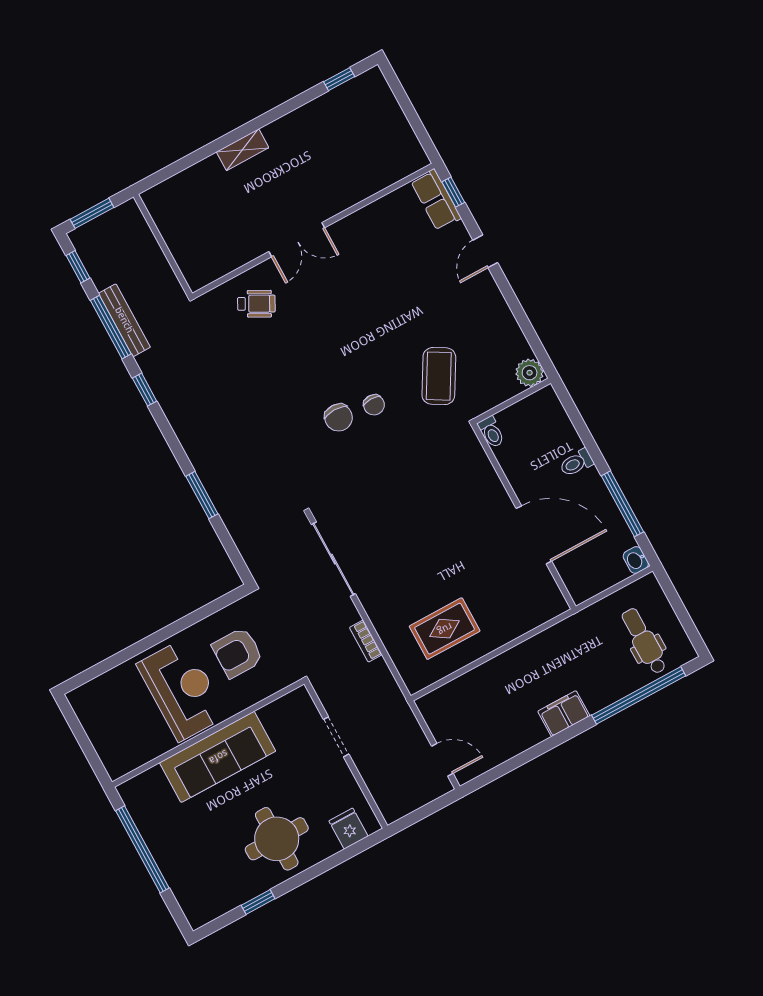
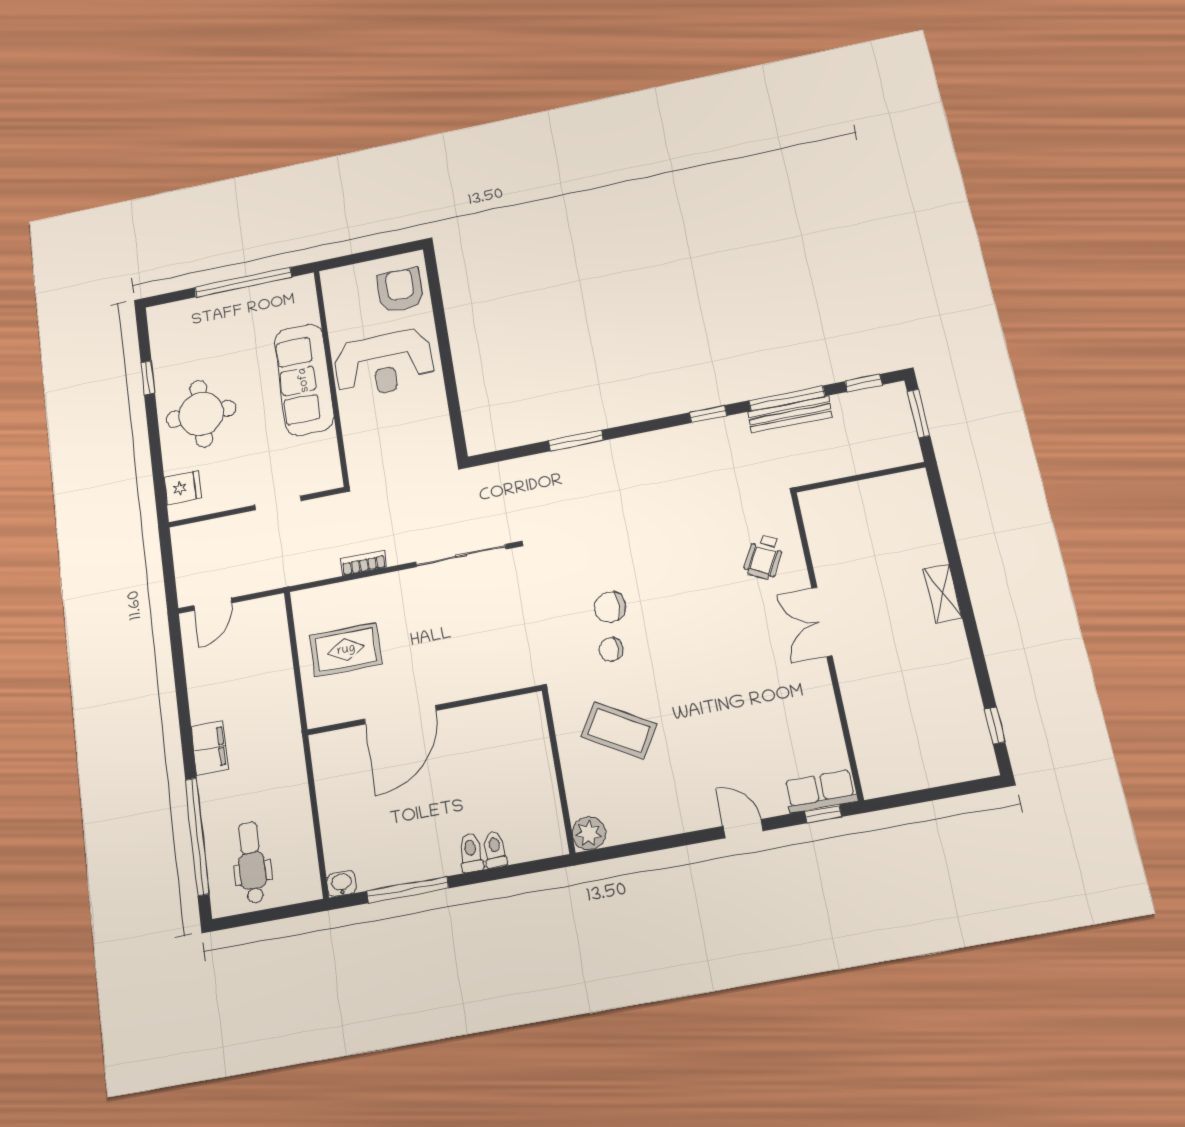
toilet: (491, 432) -> (495, 850), moved, turned 90
wall: (524, 516) -> (424, 710), moved
door: (534, 535) -> (400, 715), moved
rug: (445, 629) -> (346, 650), turned 90
dental chair: (644, 641) -> (252, 863), turned -90
armchair: (238, 653) -> (400, 290), moved

